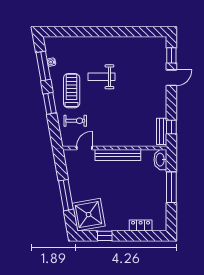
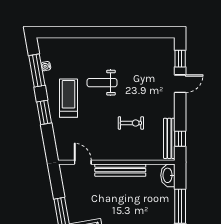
exercise bike: (75, 121) -> (131, 123), moved
bench: (162, 131) -> (169, 138), width x1.36
door: (84, 148) -> (83, 162), hinge flipped

